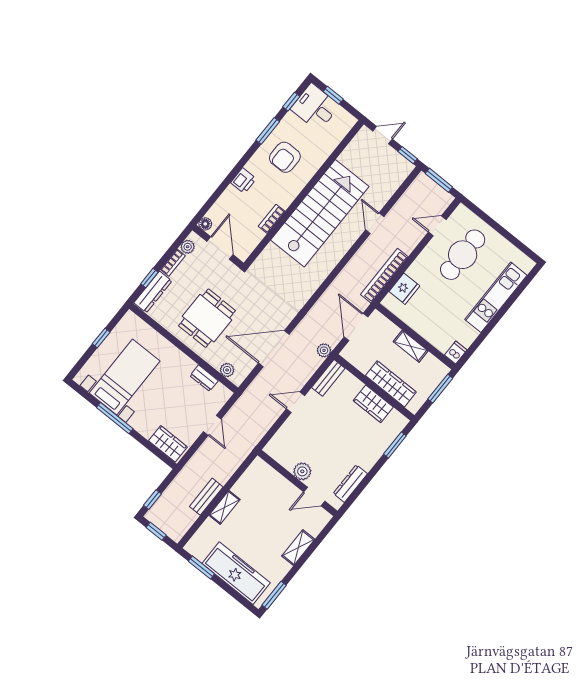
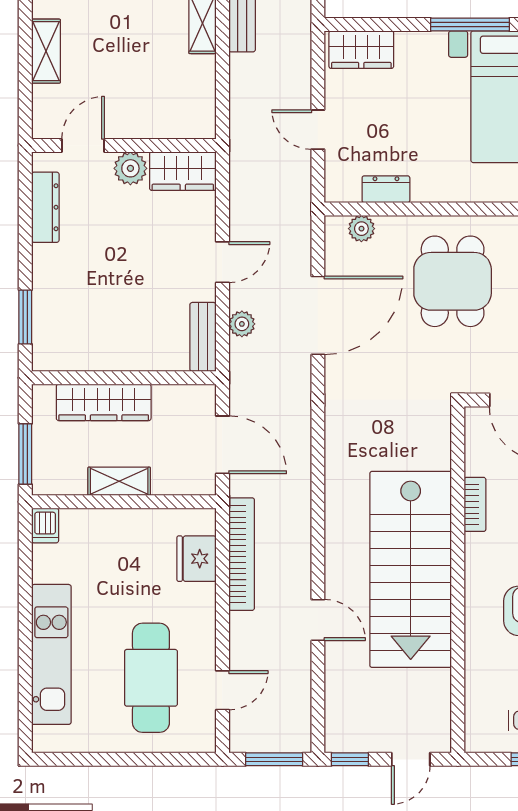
plant: (324, 350) -> (242, 324), moved
wardrobe: (373, 404) -> (183, 171), moved, turned 180

